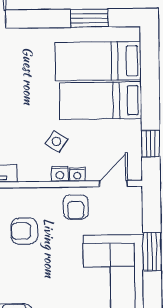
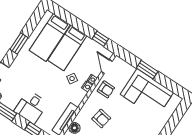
window: (89, 18) -> (19, 43), moved
armchair: (24, 231) -> (101, 118), turned -80

